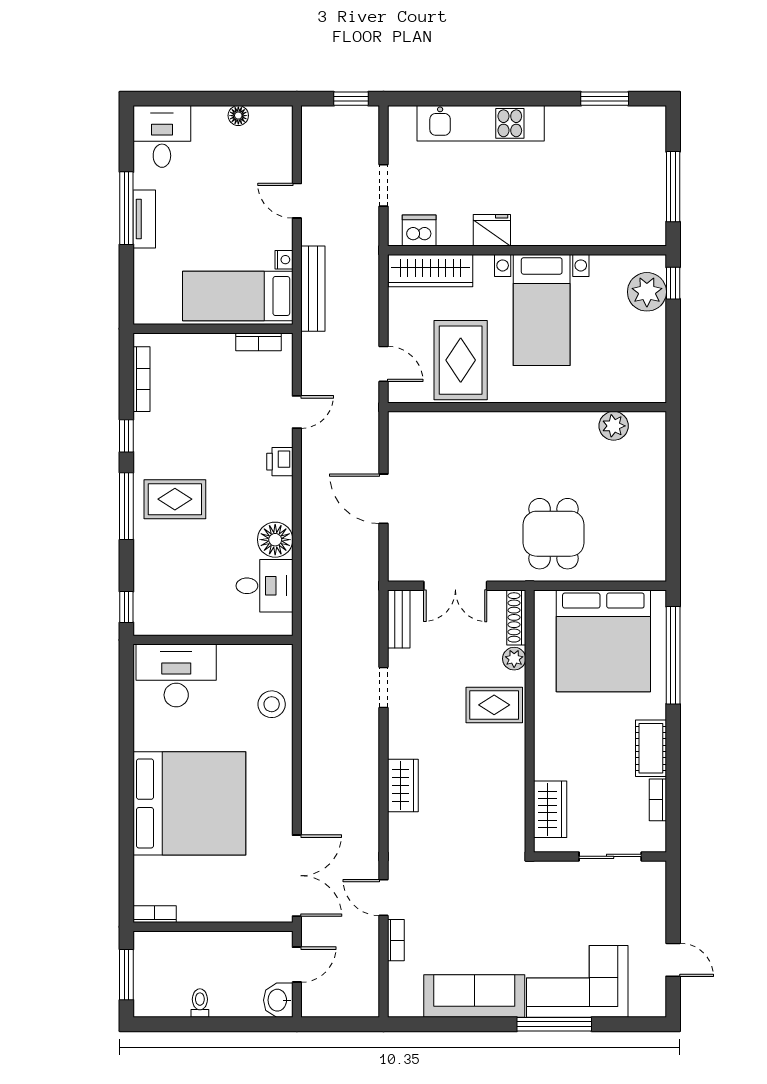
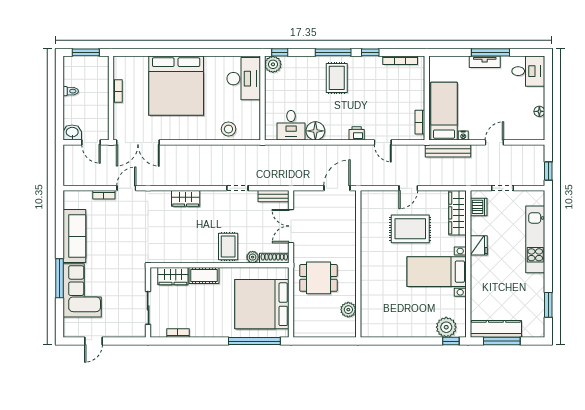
kitchen counter: (650, 198) -> (496, 329), added
wall: (527, 407) -> (358, 264), moved
plant: (614, 426) -> (348, 310), moved
plant: (149, 620) -> (273, 64), added
cot: (651, 748) -> (204, 276), moved
bookcase: (155, 914) -> (118, 91), moved

